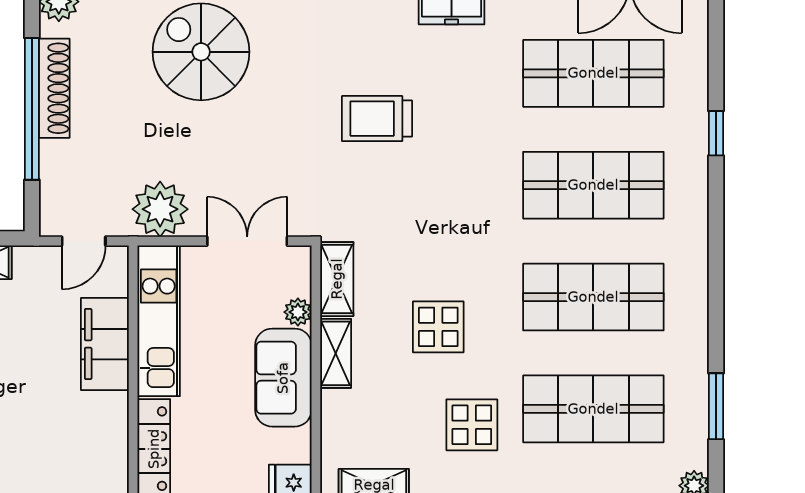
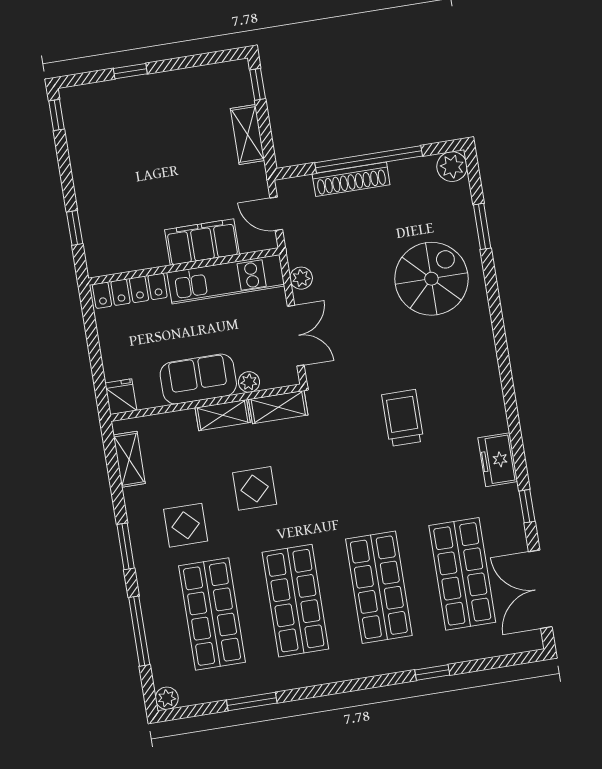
shoe rack: (54, 88) -> (351, 179), moved
plant: (160, 209) -> (301, 278), width x0.53, depth x0.53
window: (716, 406) -> (252, 701), moved

